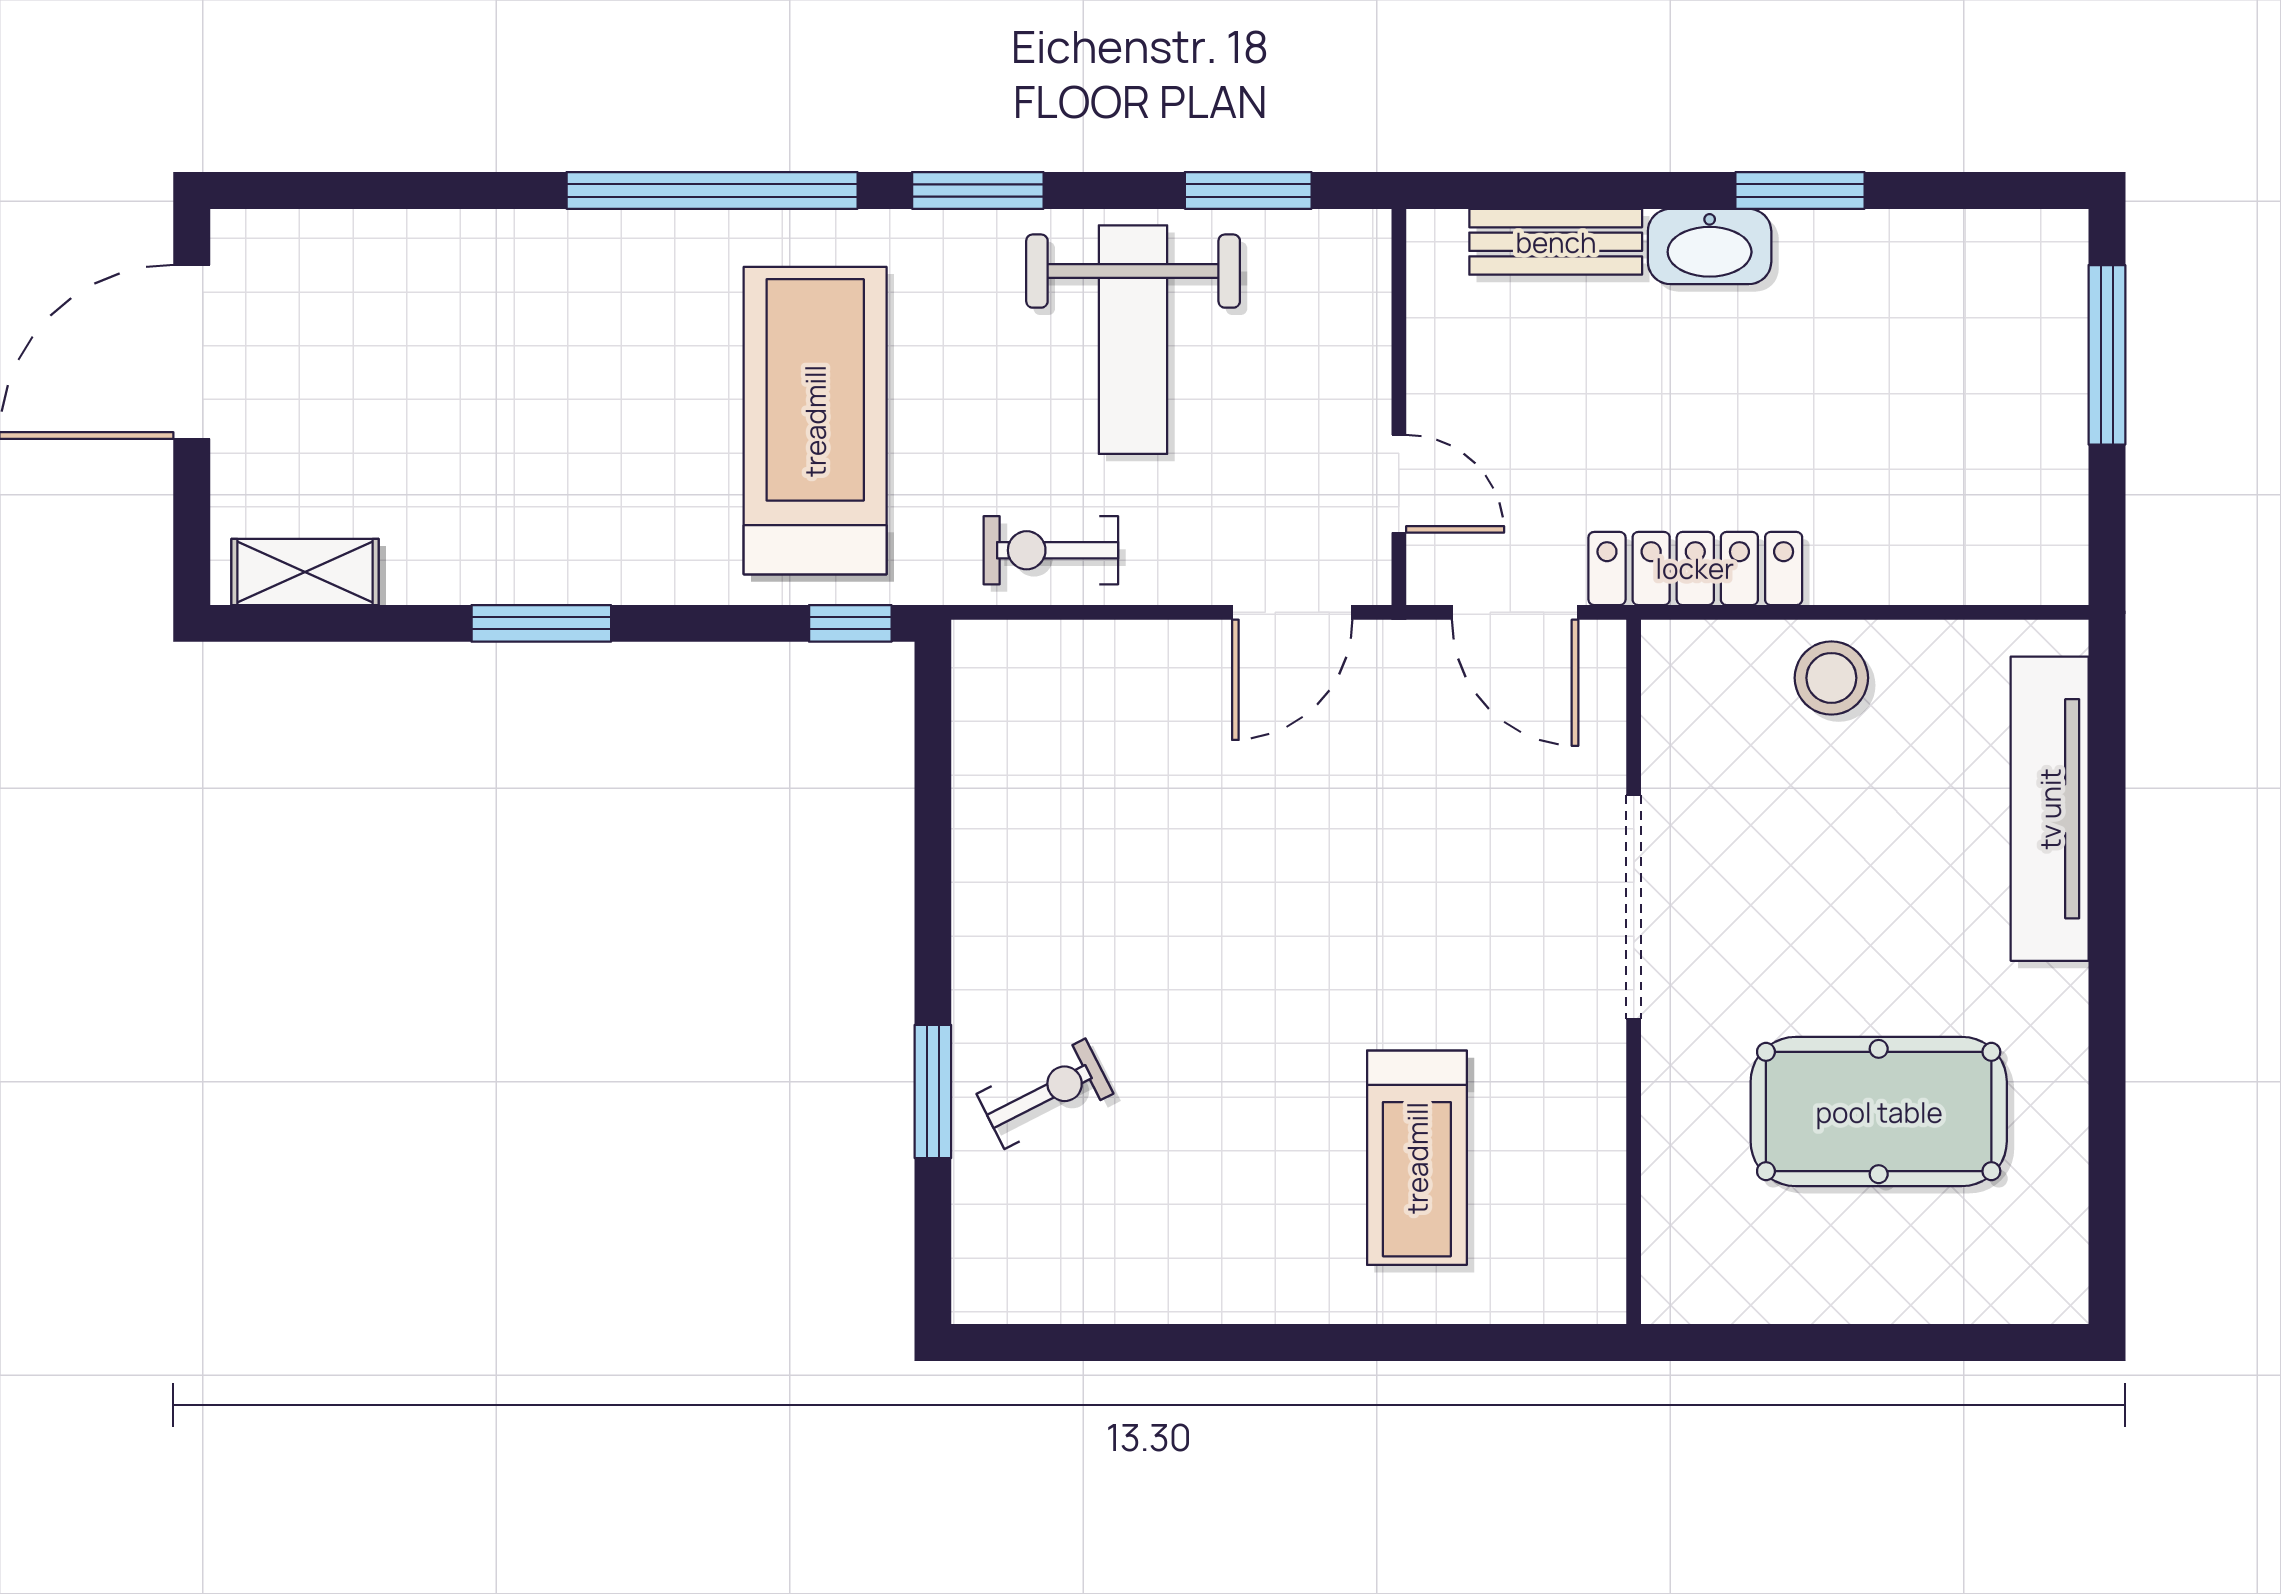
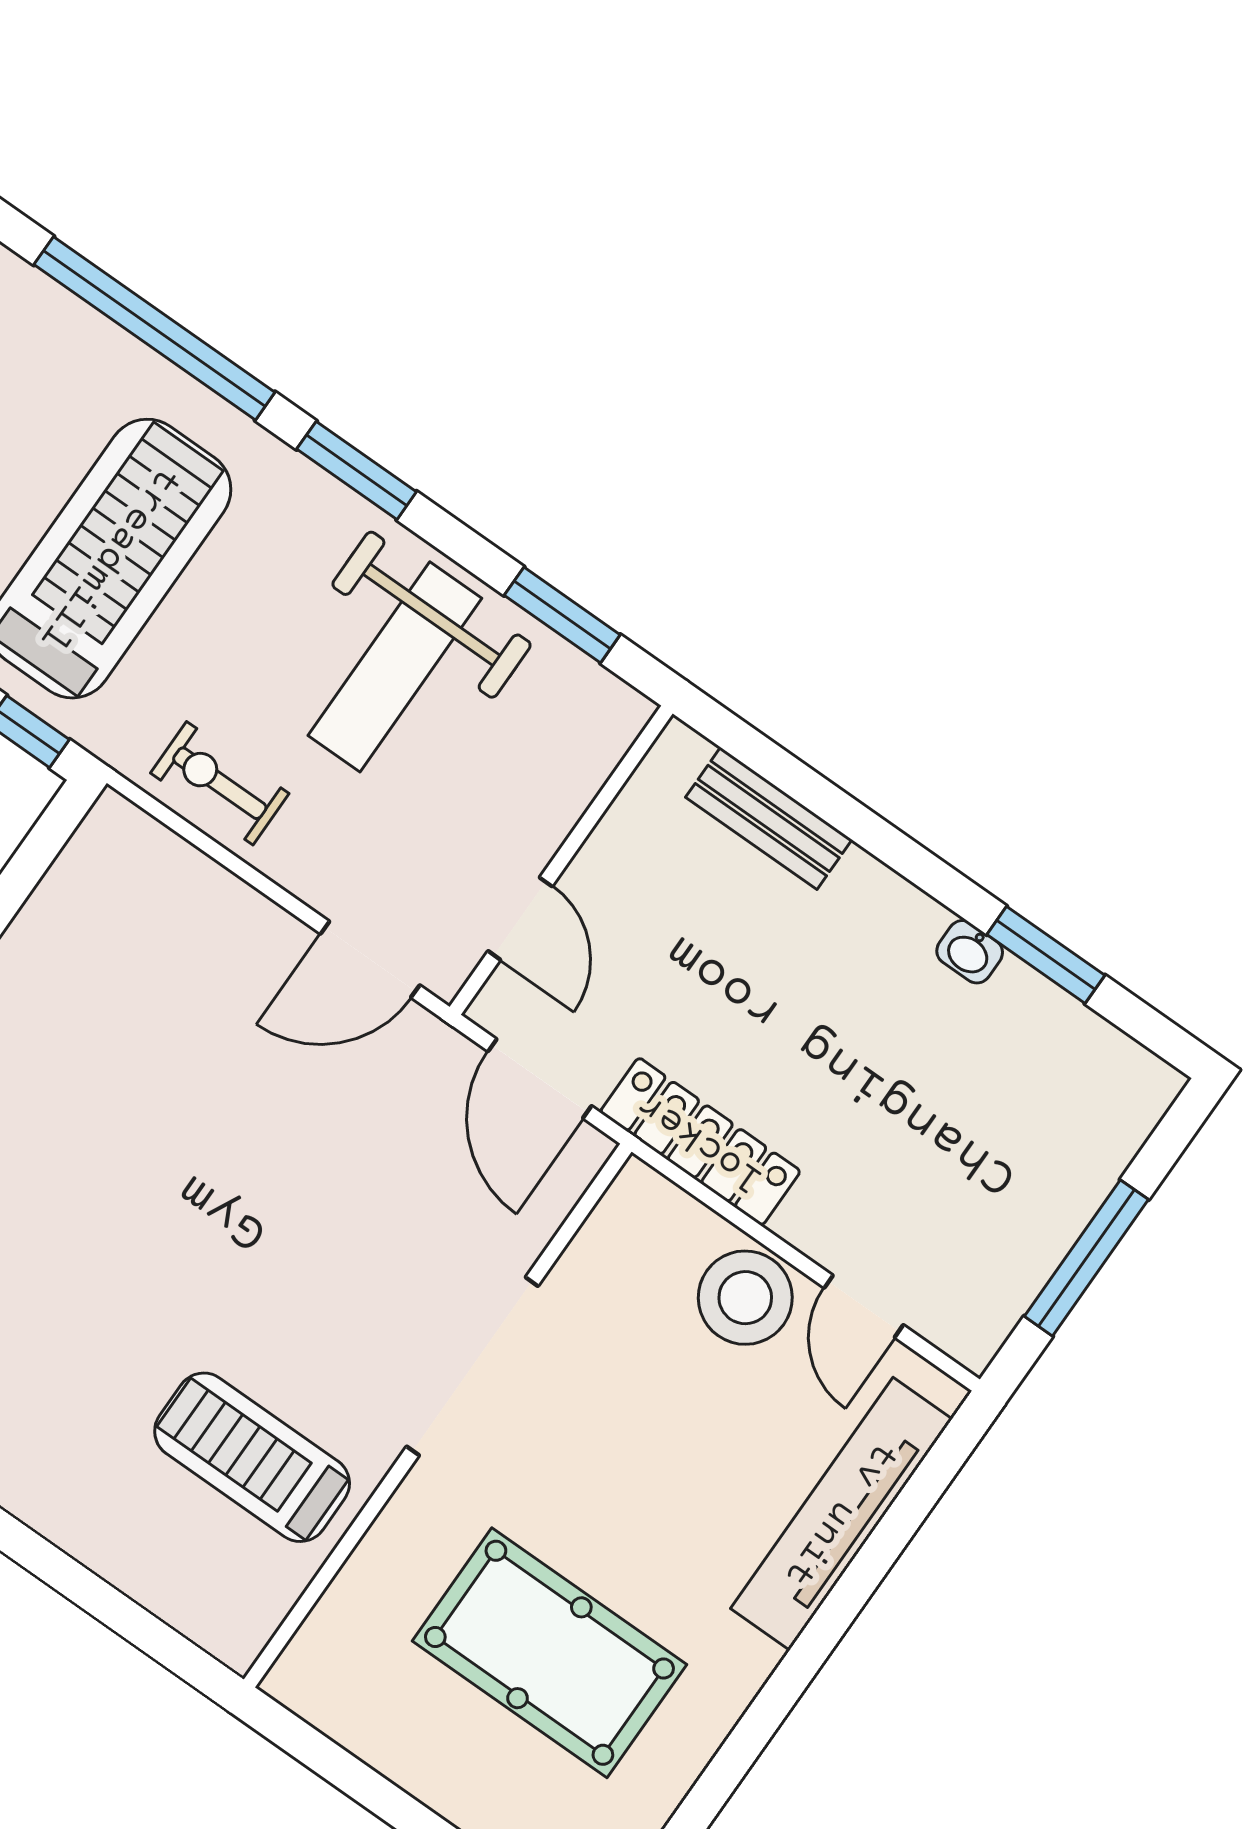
window: (1800, 190) -> (1046, 955), moved
washbasin: (1710, 246) -> (970, 952), moved, width x0.52, depth x0.69
window: (2107, 355) -> (1086, 1258), moved
door: (1941, 612) -> (864, 1306), added
stool: (1831, 678) -> (745, 1298), width x1.38, depth x1.38
treadmill: (1417, 1158) -> (252, 1457), moved, turned 90

